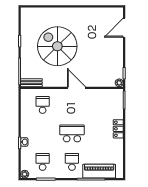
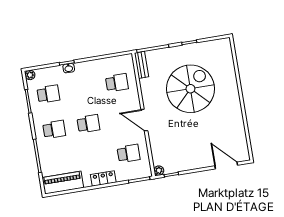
door: (77, 88) -> (144, 120), swing flipped
school desk: (101, 105) -> (129, 153), added
school desk: (72, 133) -> (88, 124), width x0.54
piano: (99, 171) -> (63, 183), moved, turned -90

